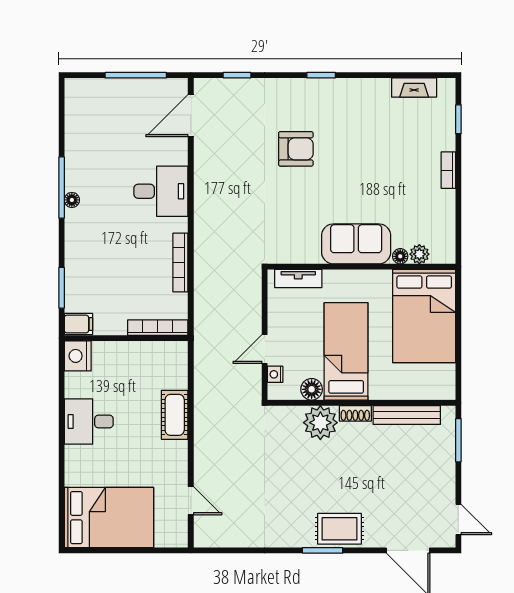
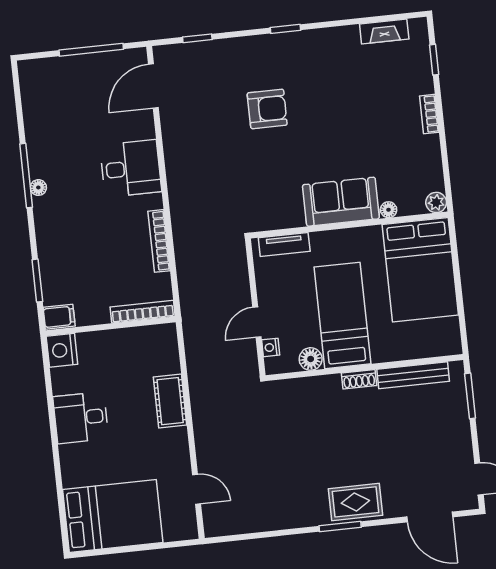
plant: (419, 254) -> (436, 202), moved
plant: (320, 423) -> (323, 393), removed

